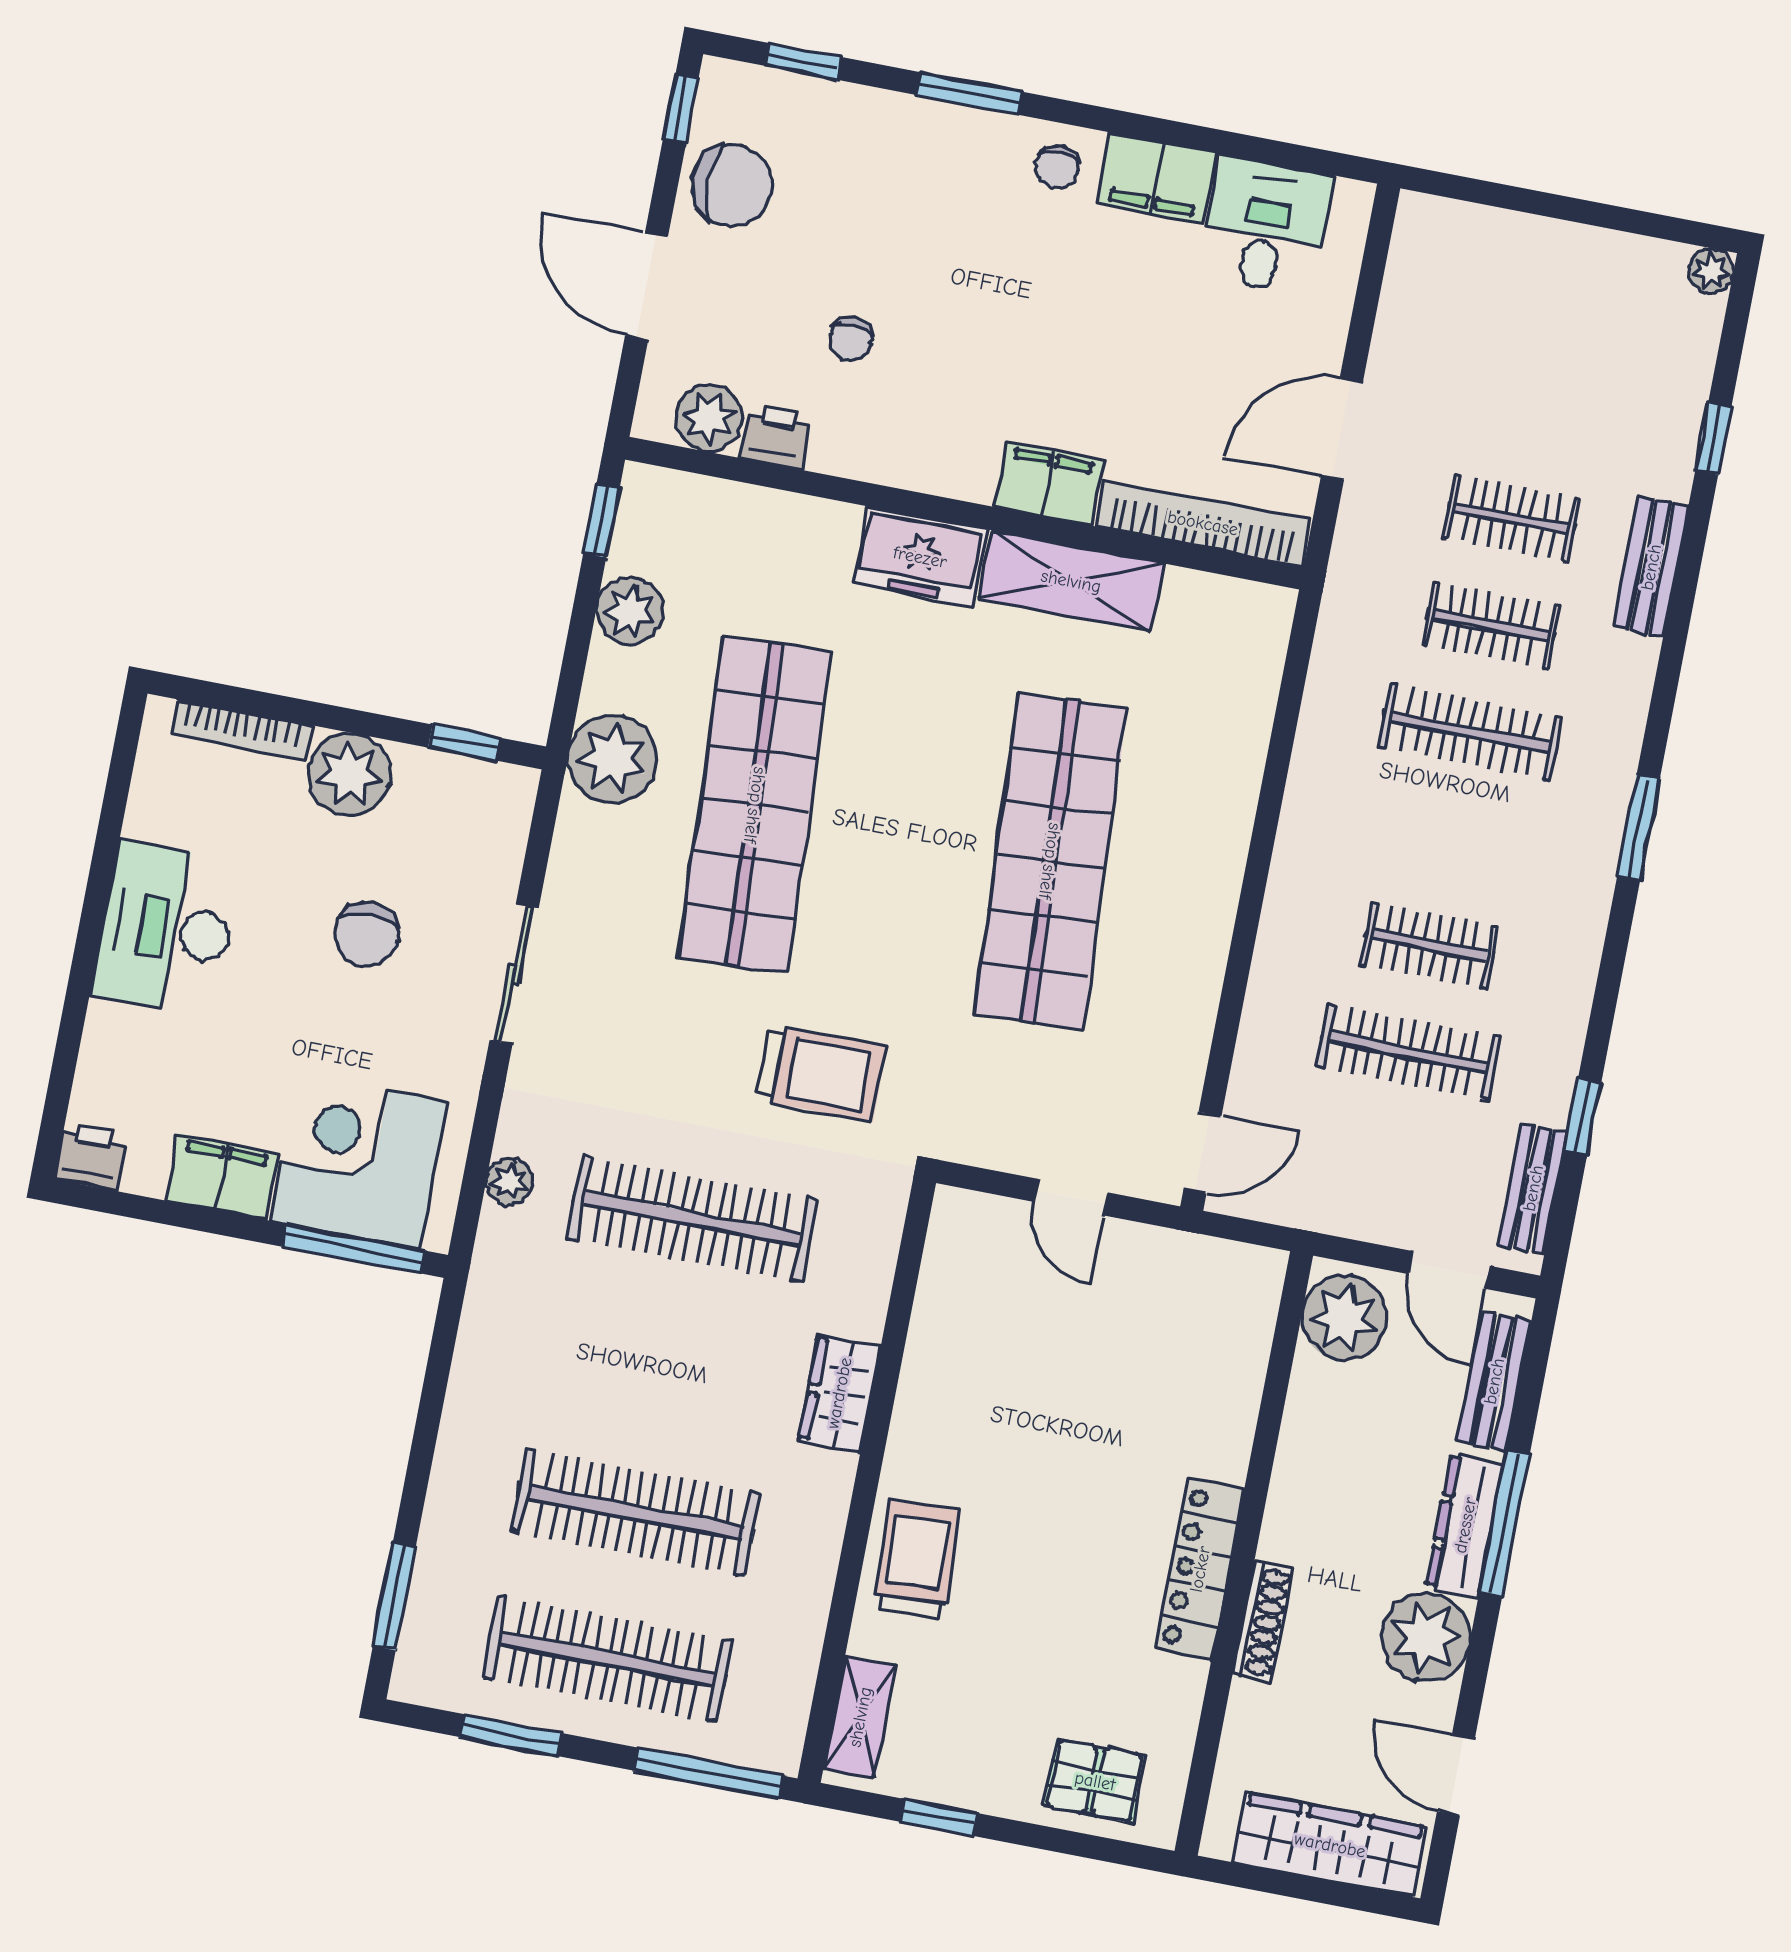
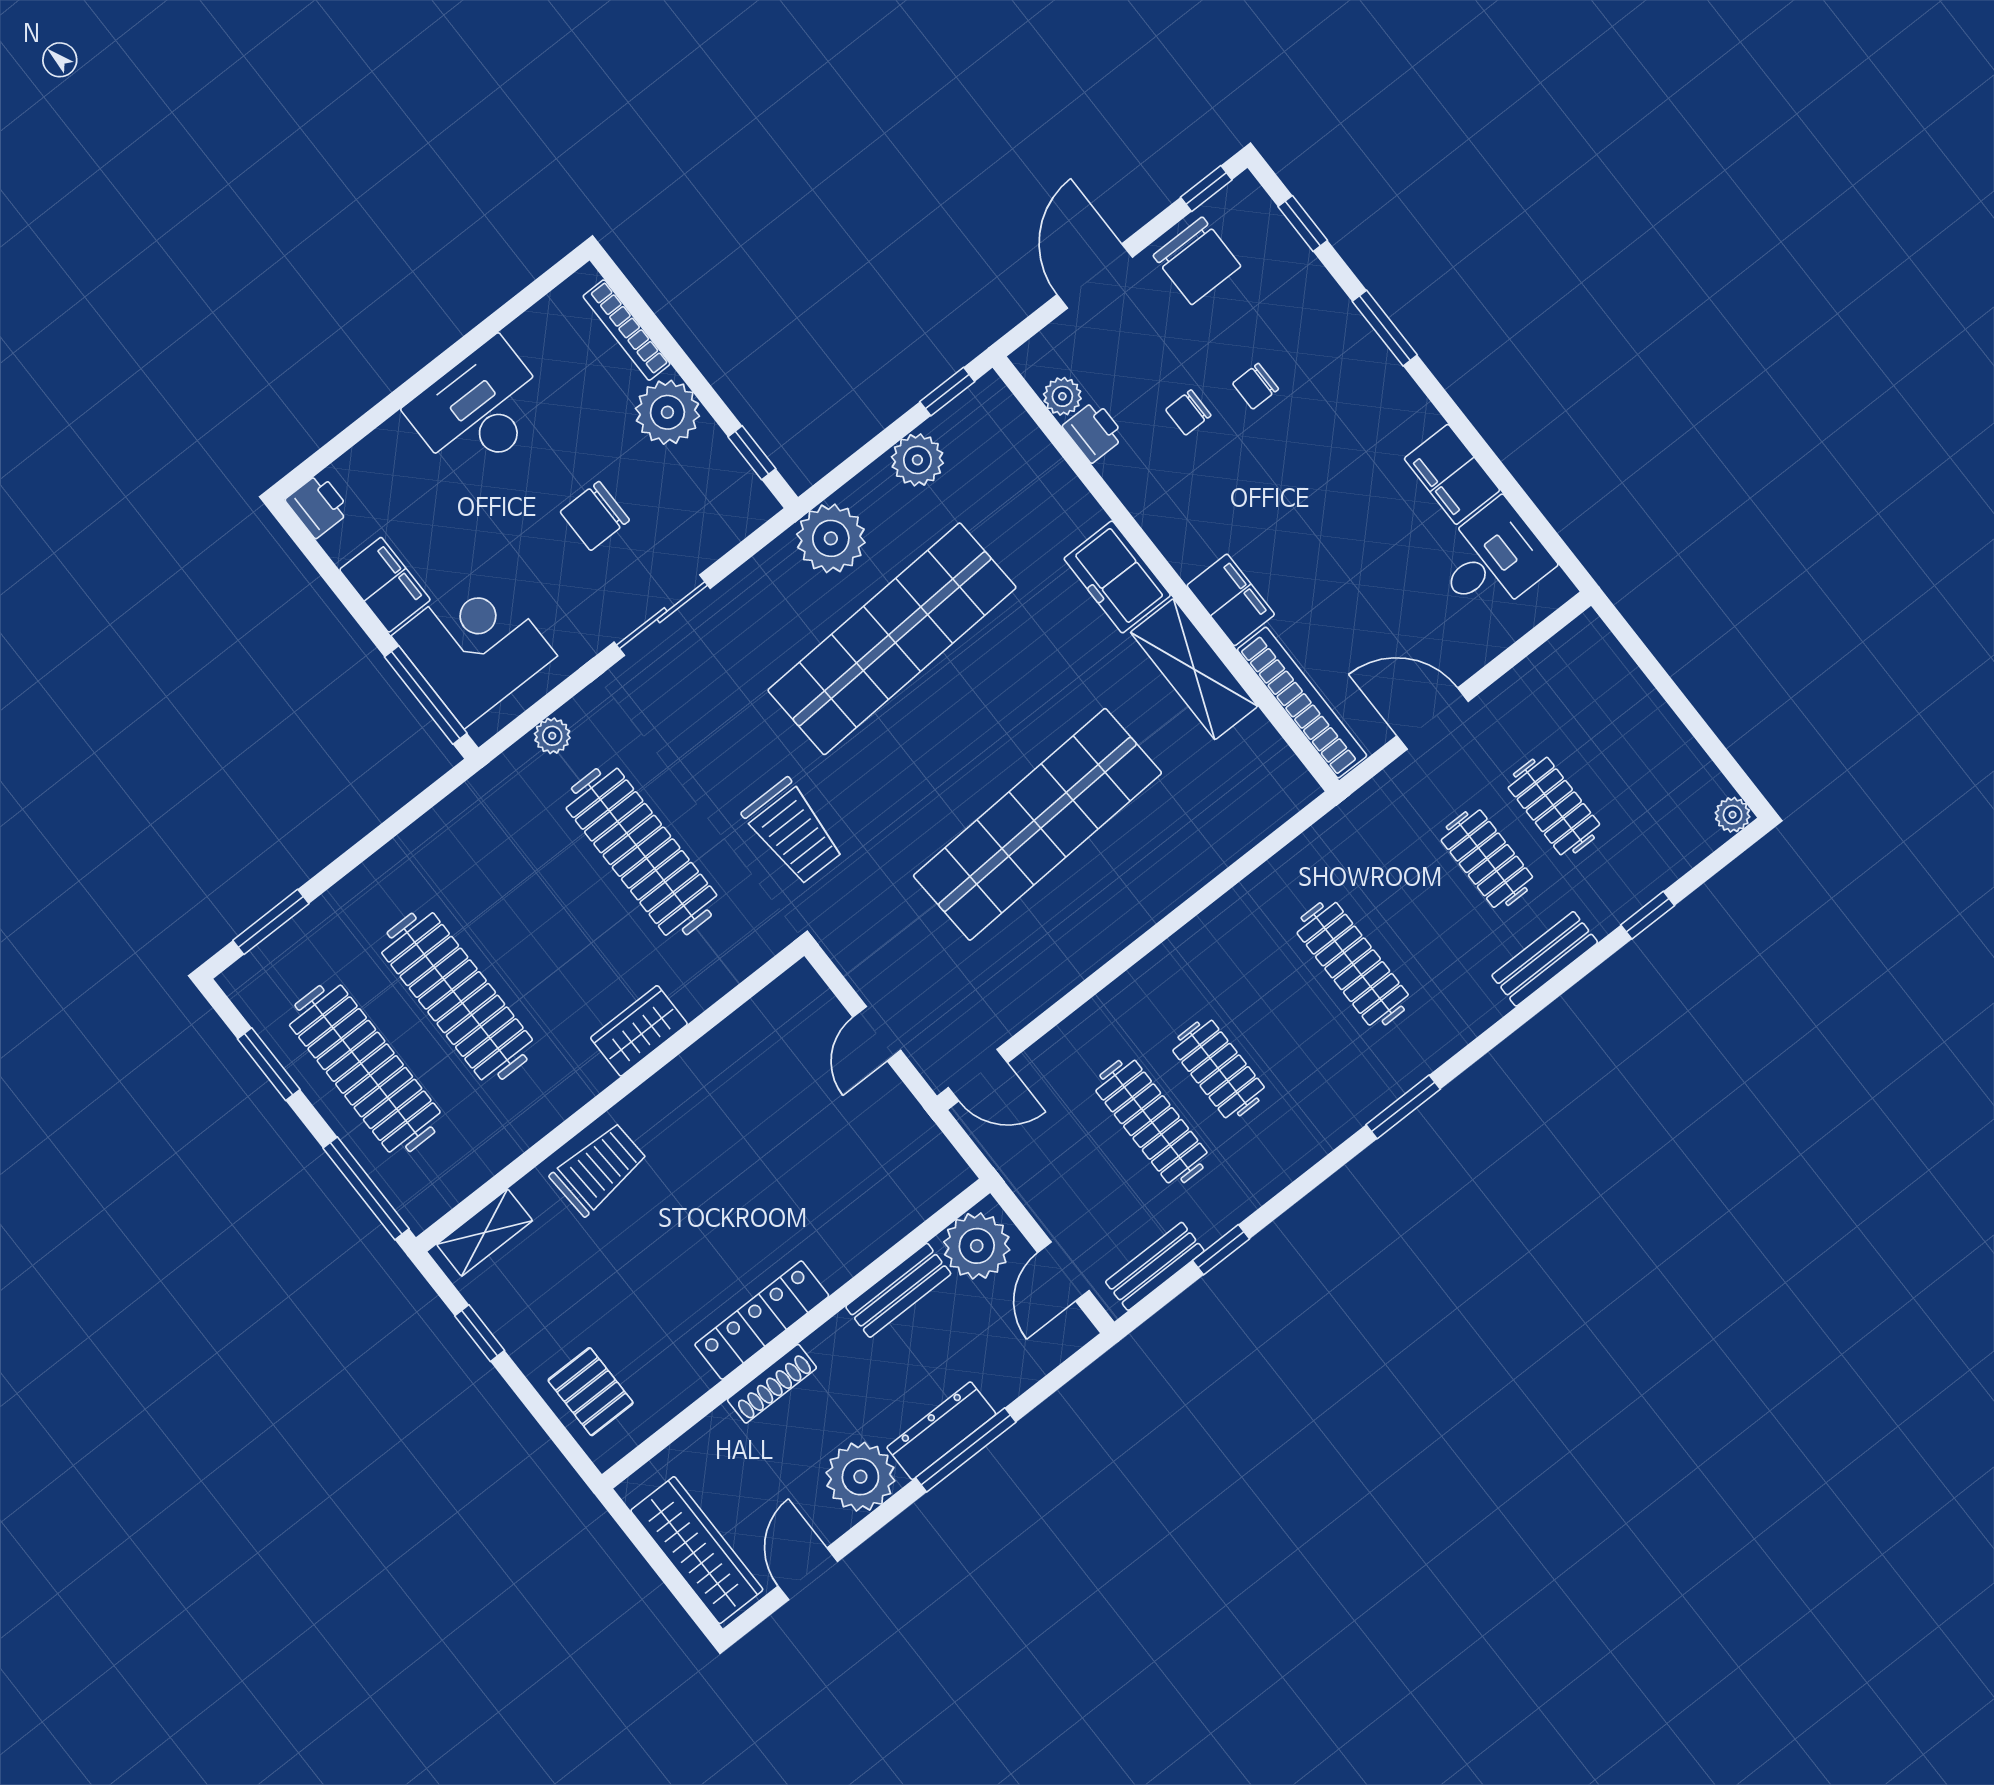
chair: (1057, 167) -> (1256, 386), moved
plant: (709, 418) -> (1062, 396), width x0.73, depth x0.73
clothes rail: (1491, 625) -> (1554, 806), moved
bench: (1494, 1381) -> (898, 1290), moved

